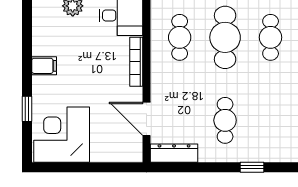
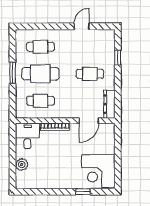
filing cabinet: (44, 66) -> (57, 182), removed

